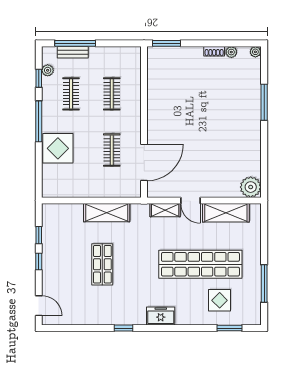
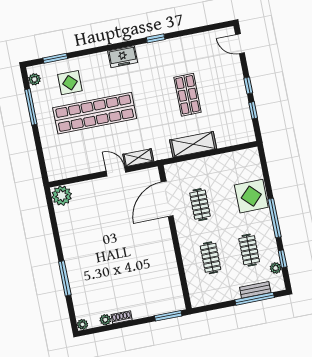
shelving: (226, 213) -> (80, 167), removed
plant: (255, 311) -> (34, 79), added

